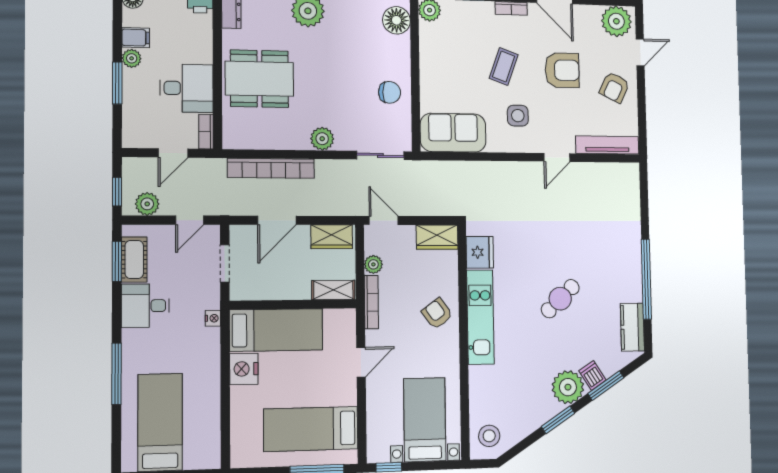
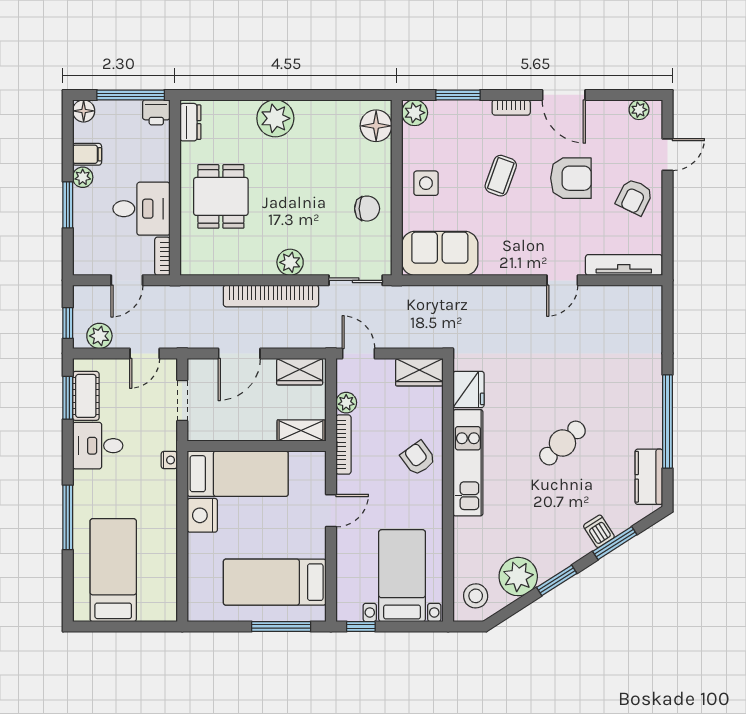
plant: (616, 21) -> (639, 110), width x0.53, depth x0.53
dining table: (259, 79) -> (221, 196), width x0.73
side table: (518, 116) -> (426, 183), moved
bookcase: (271, 168) -> (271, 296), moved
plant: (568, 387) -> (518, 577), moved

